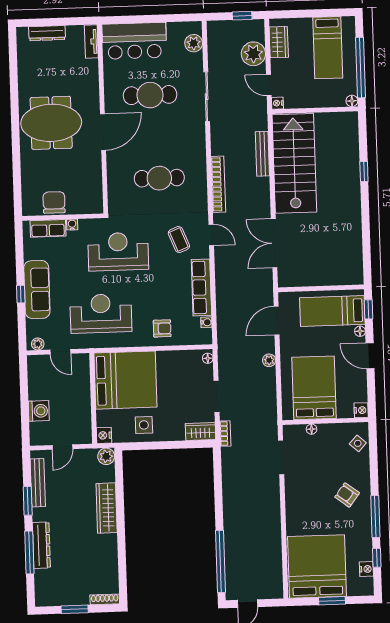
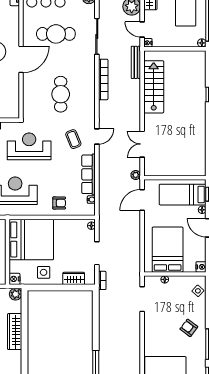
bench: (262, 154) -> (136, 62), moved
stairs: (294, 163) -> (154, 87), width x0.73, depth x0.66
cafe table: (159, 178) -> (61, 94), turned 90
bookcase: (218, 184) -> (103, 79), moved
door: (211, 235) -> (97, 136), hinge flipped
double door: (274, 243) -> (142, 144), width x0.73
plant: (269, 360) -> (136, 175), moved
wardrobe: (201, 431) -> (74, 278), moved

